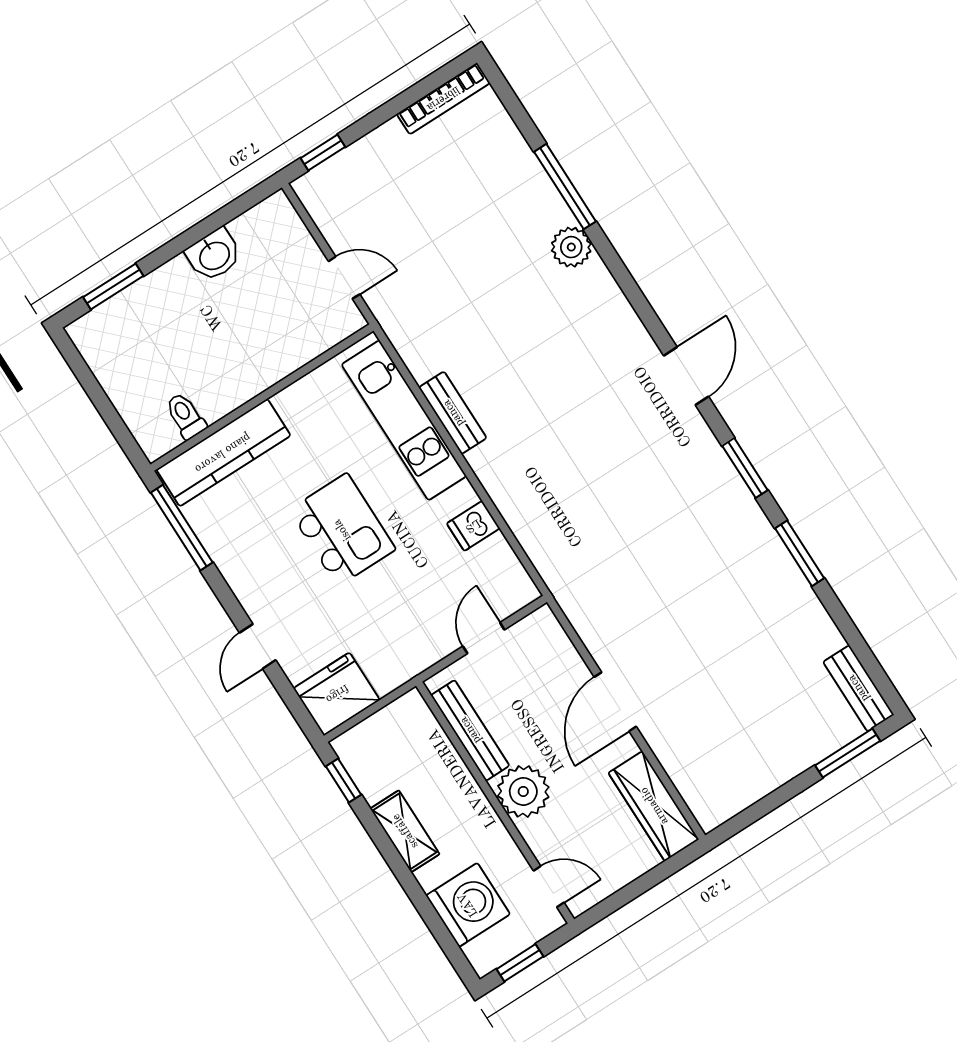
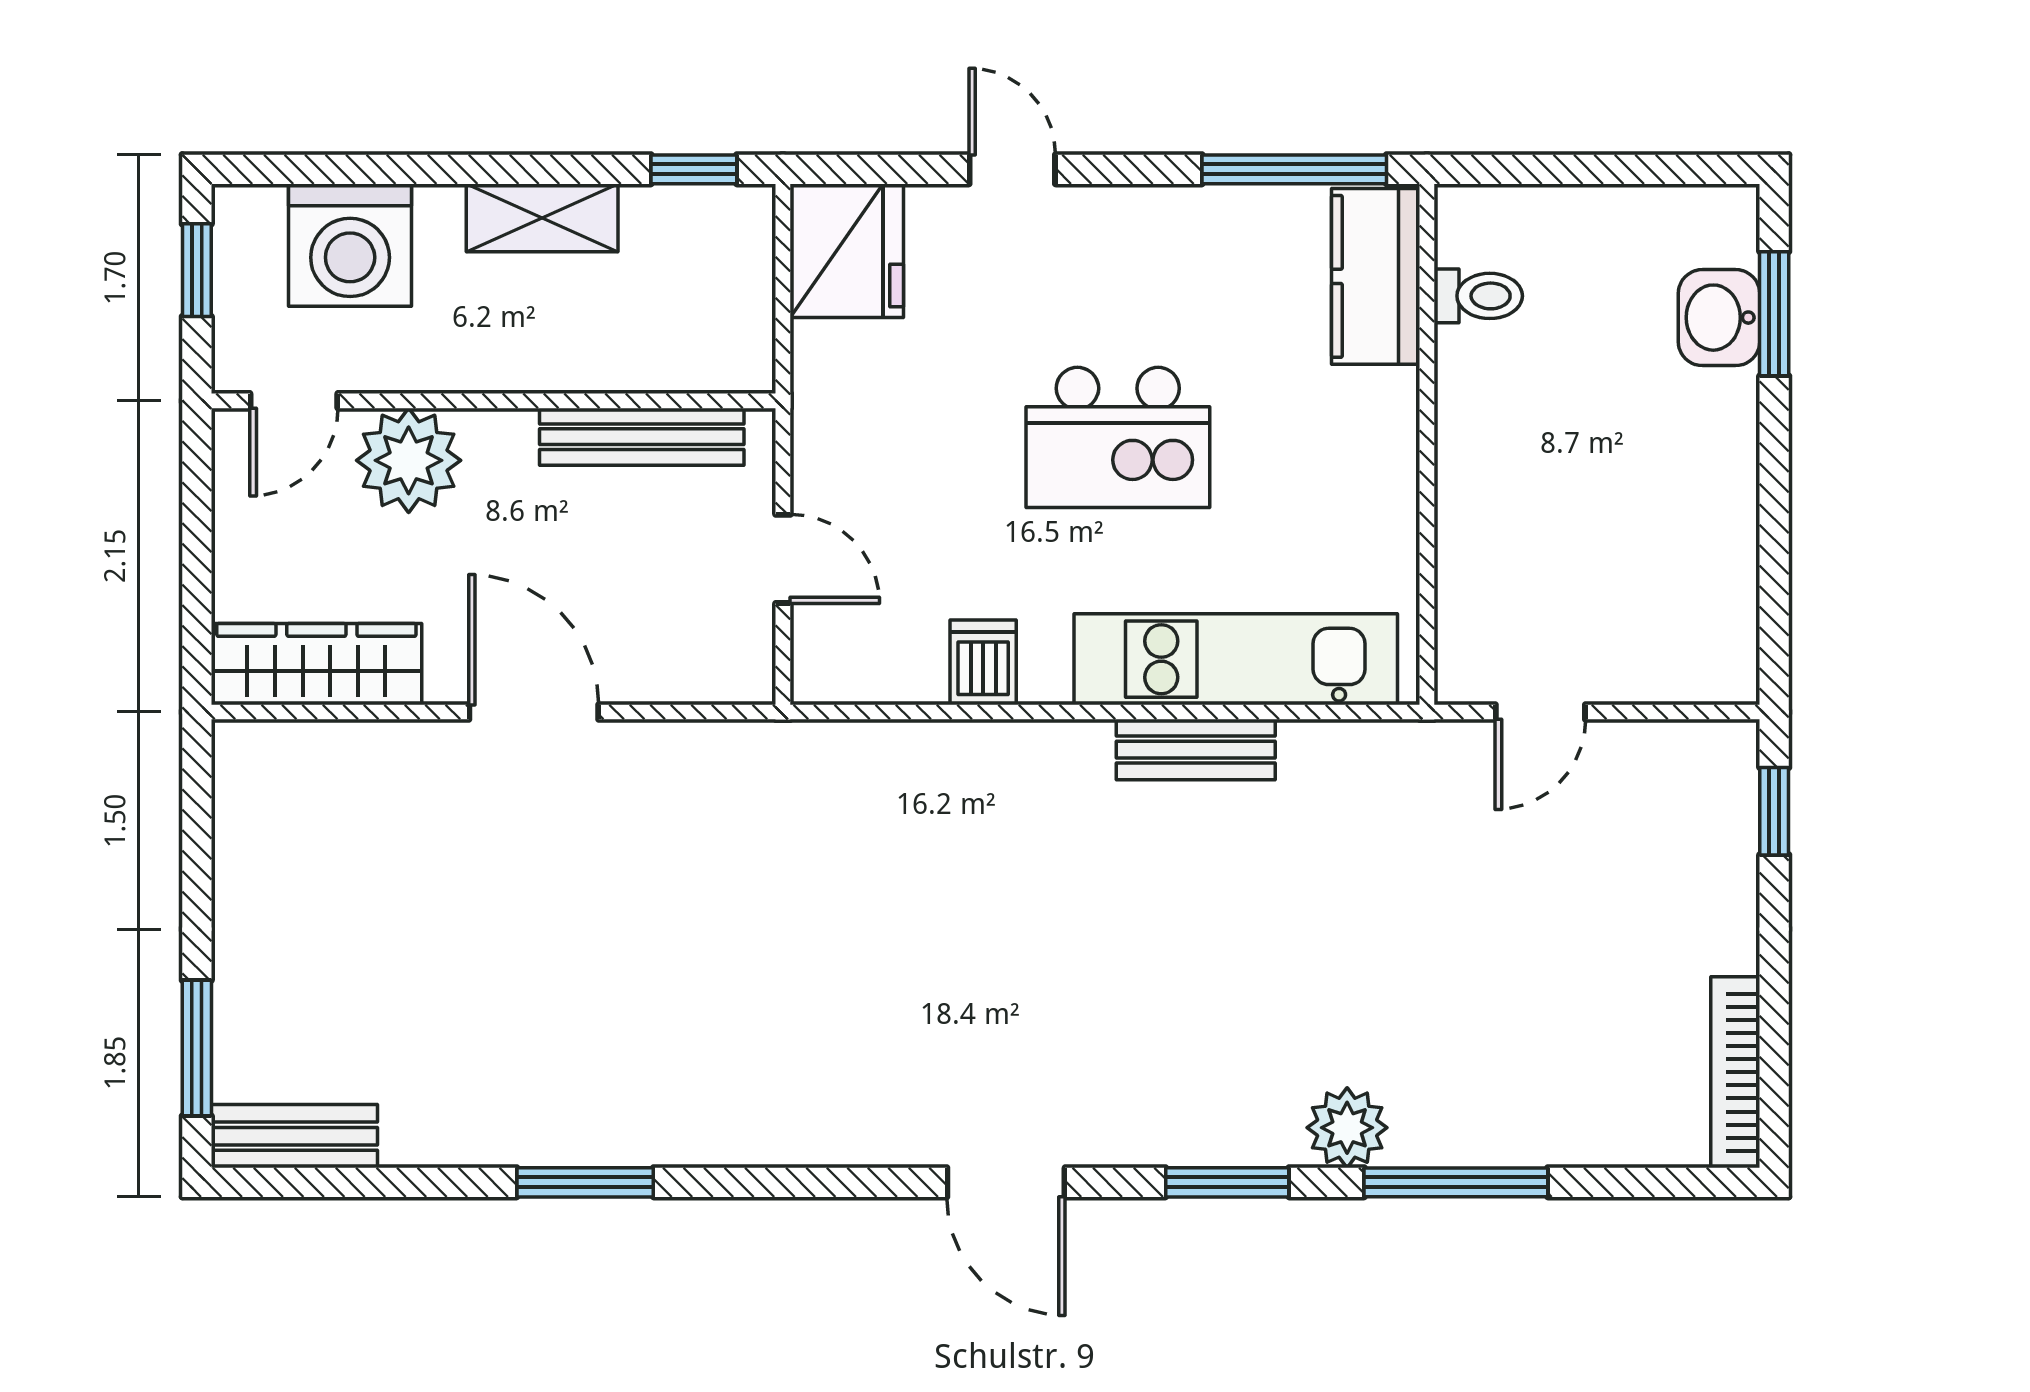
washbasin: (214, 255) -> (1719, 318), moved
kitchen counter: (223, 453) -> (1376, 276), width x0.67
window: (745, 468) -> (1227, 1182), moved
plant: (523, 791) -> (409, 460), moved

